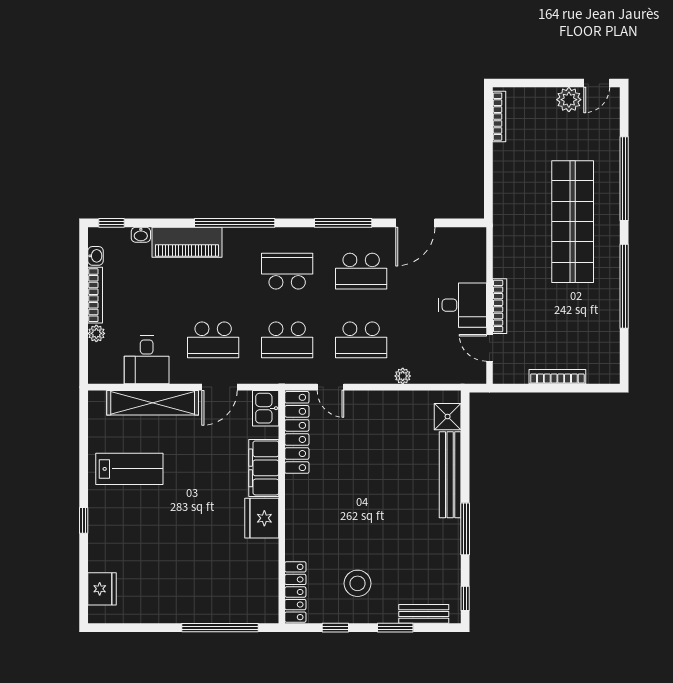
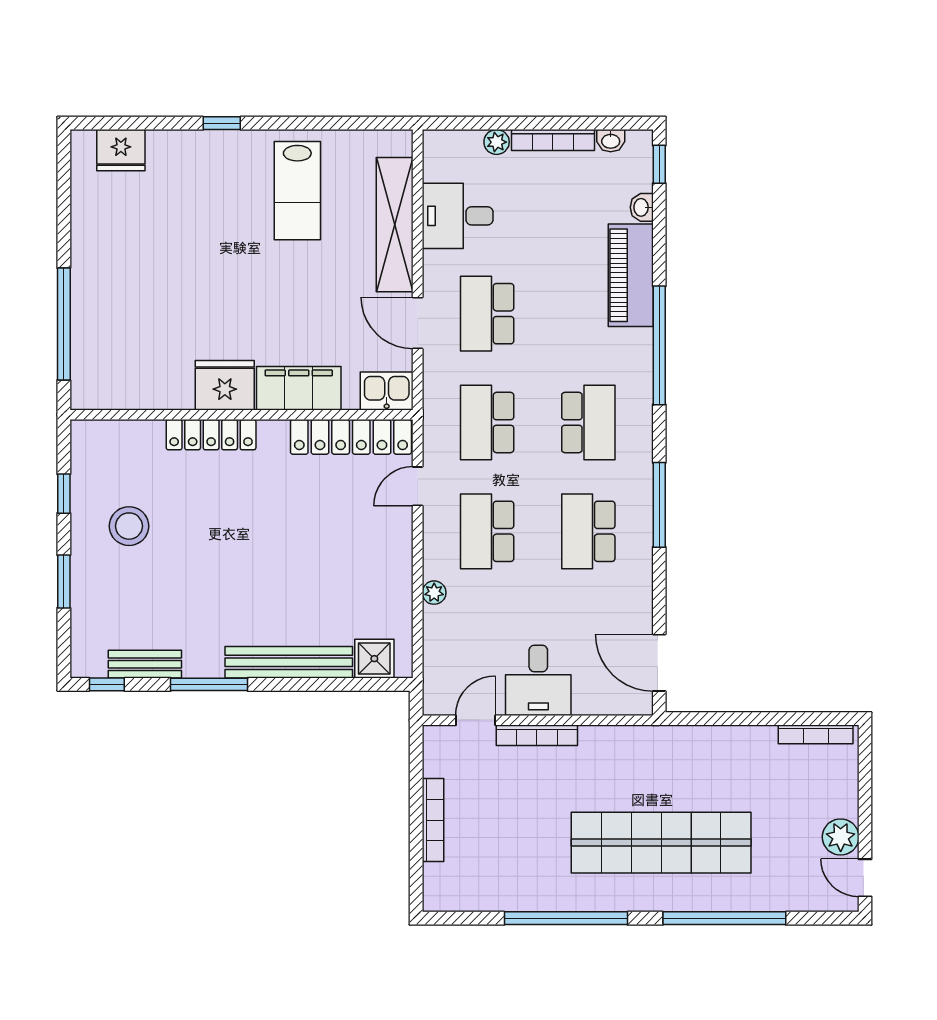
door: (415, 223) -> (659, 663), moved
locker: (295, 592) -> (211, 435), moved
bench: (424, 614) -> (145, 664), moved, turned 90

